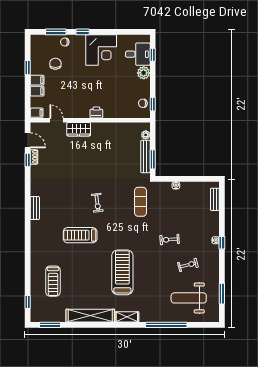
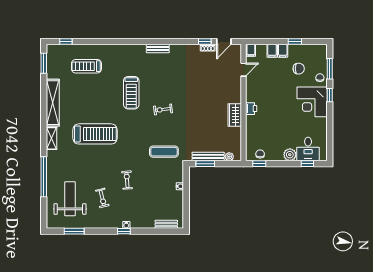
corner desk: (101, 50) -> (312, 102), moved
wardrobe: (79, 129) -> (235, 115), moved
treadmill: (80, 235) -> (131, 93), turned 180

